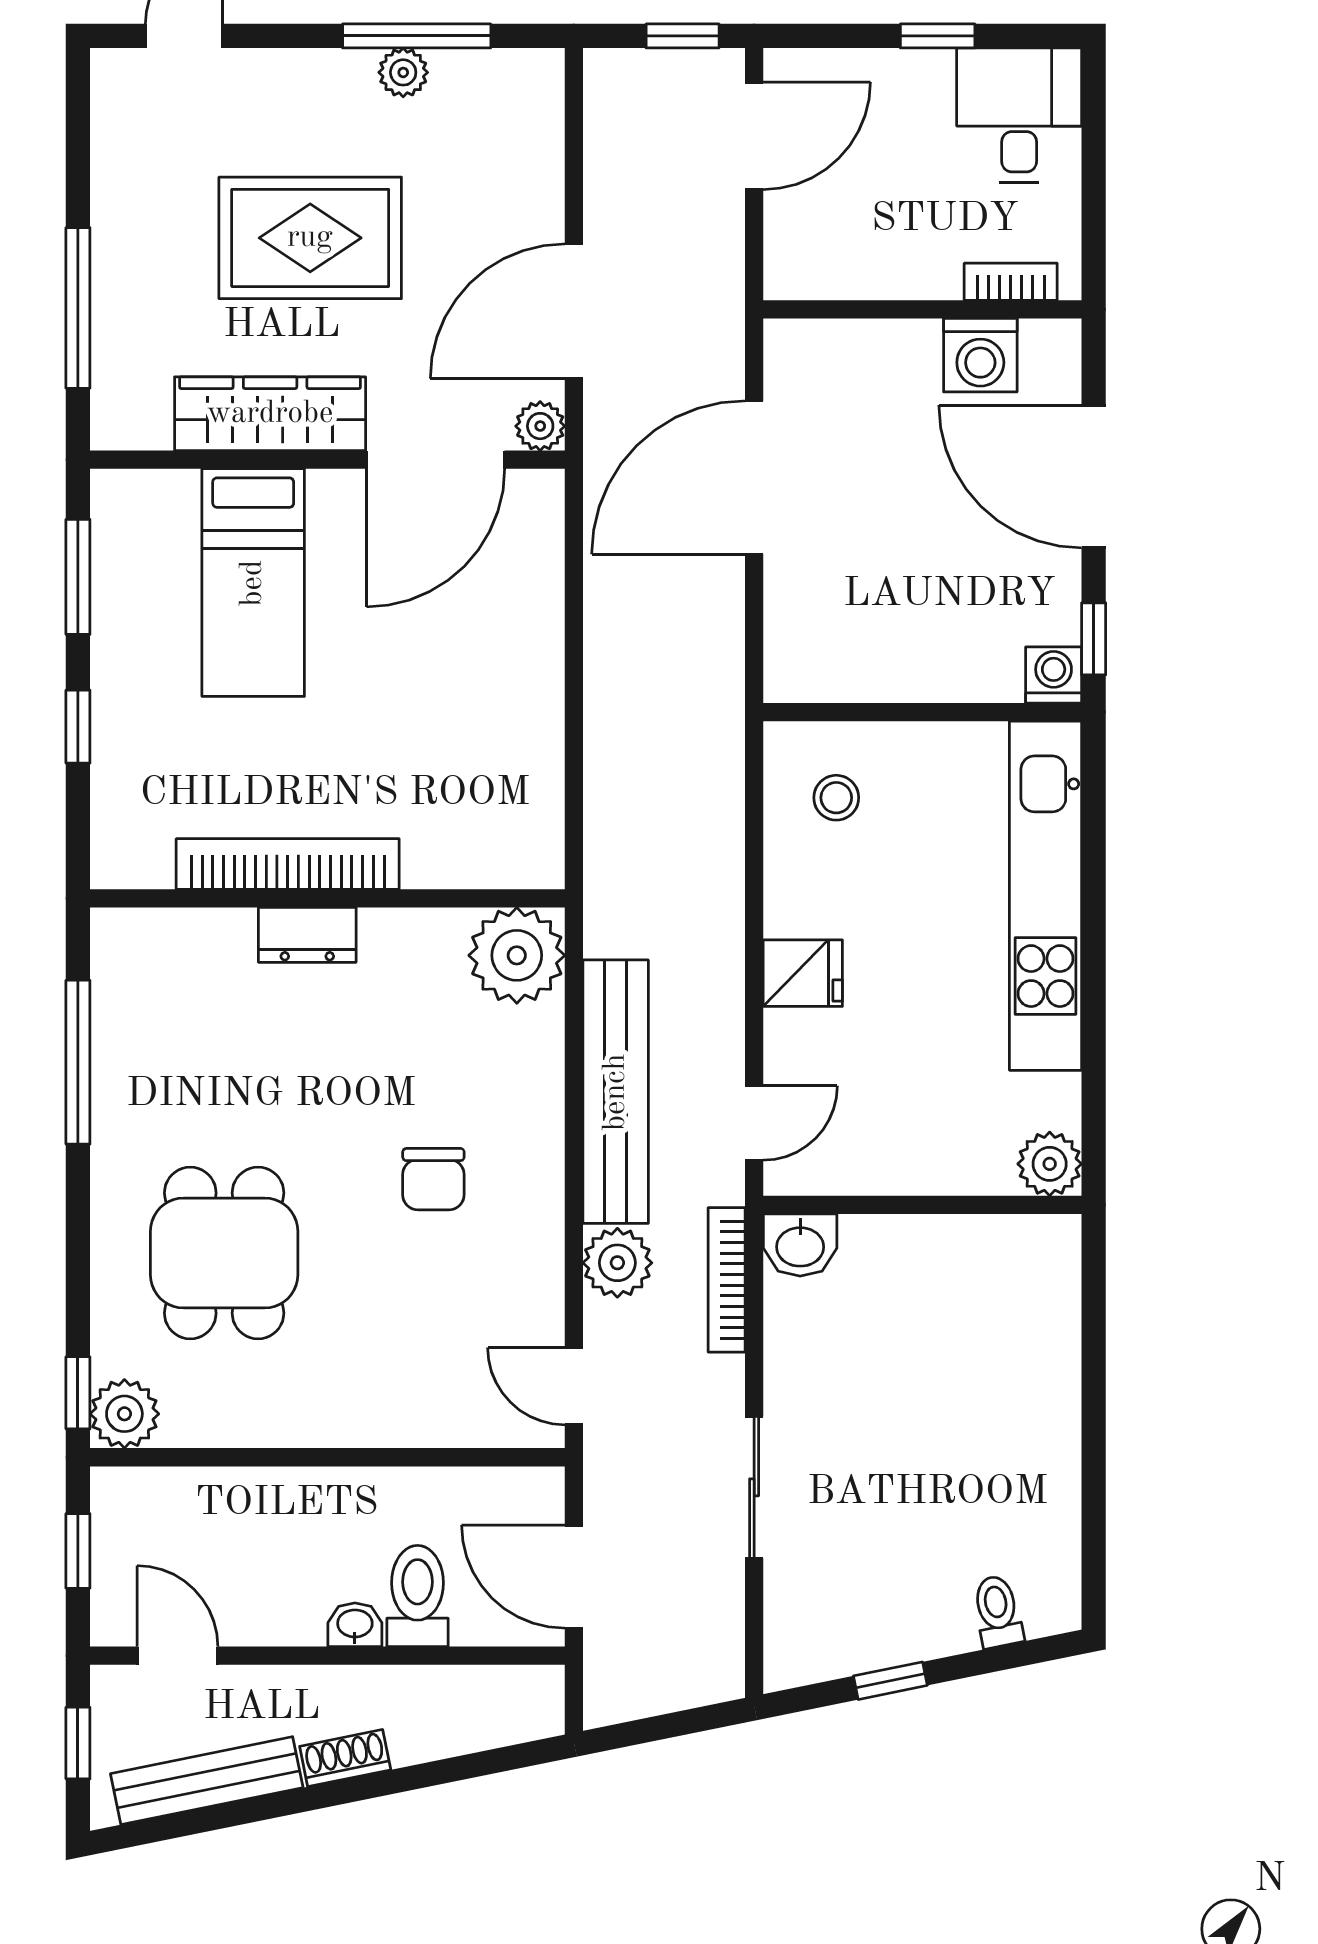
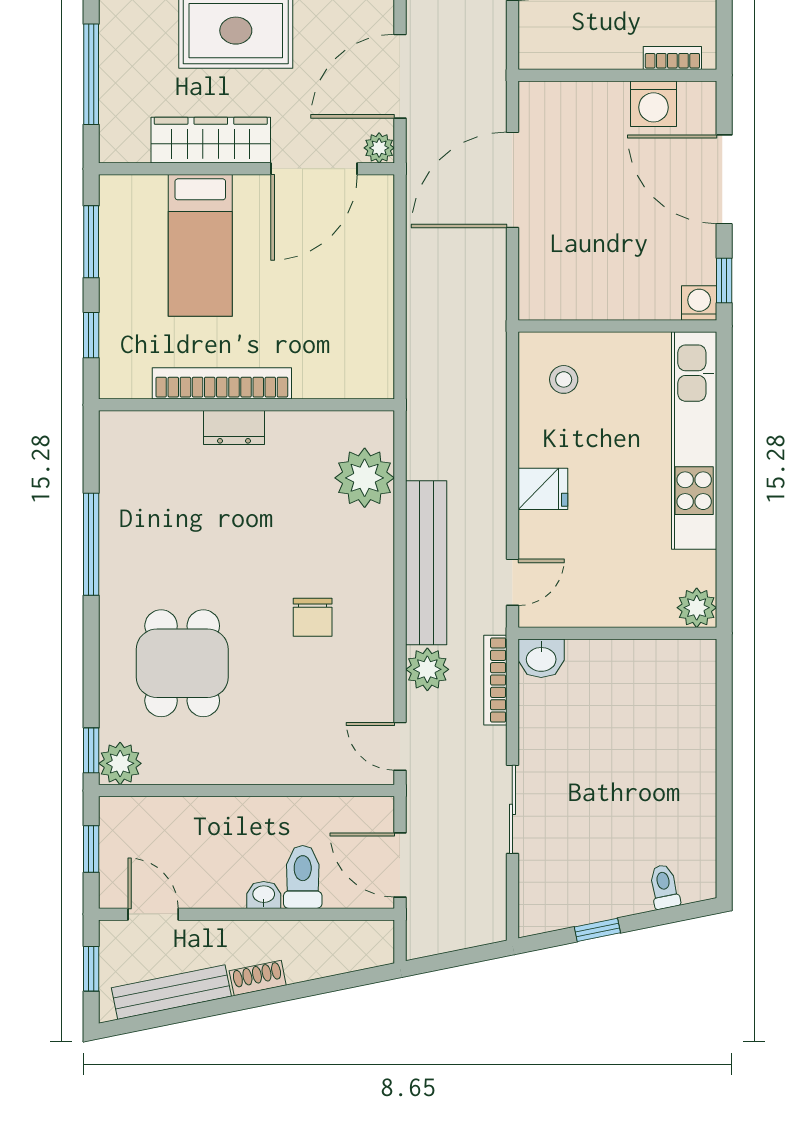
bookcase: (288, 864) -> (222, 383), moved
wall: (327, 898) -> (247, 405), moved
dresser: (307, 935) -> (234, 428), moved

